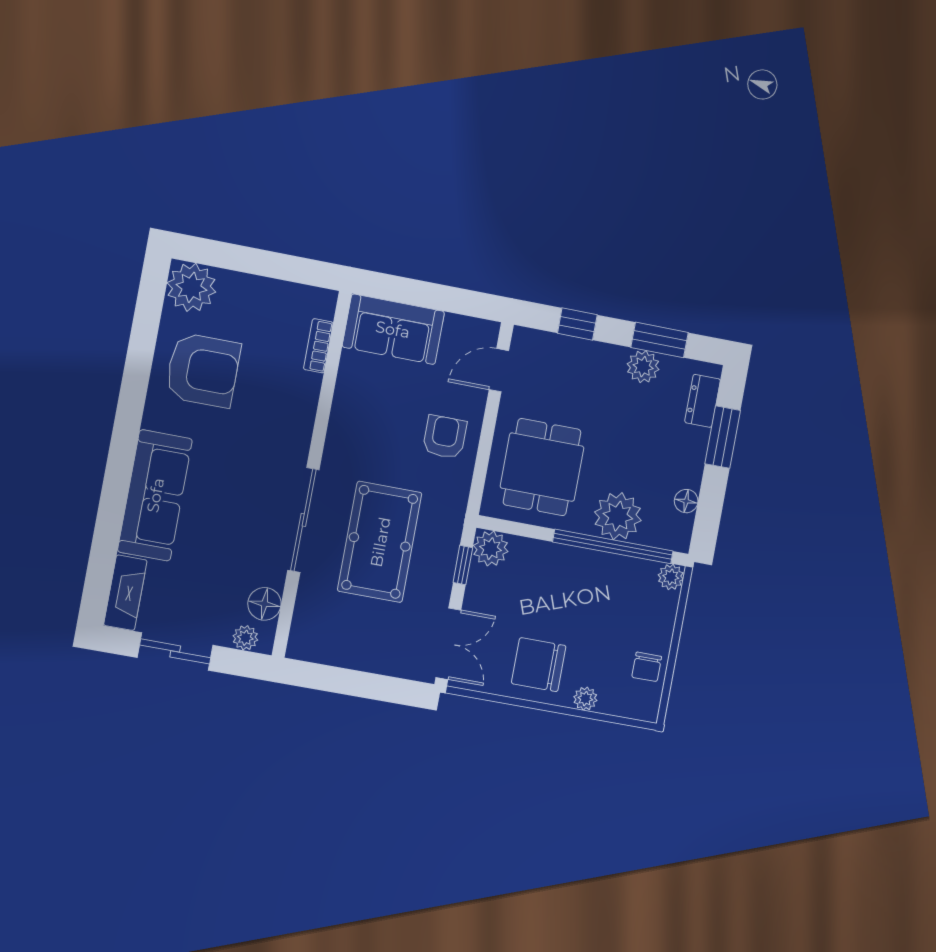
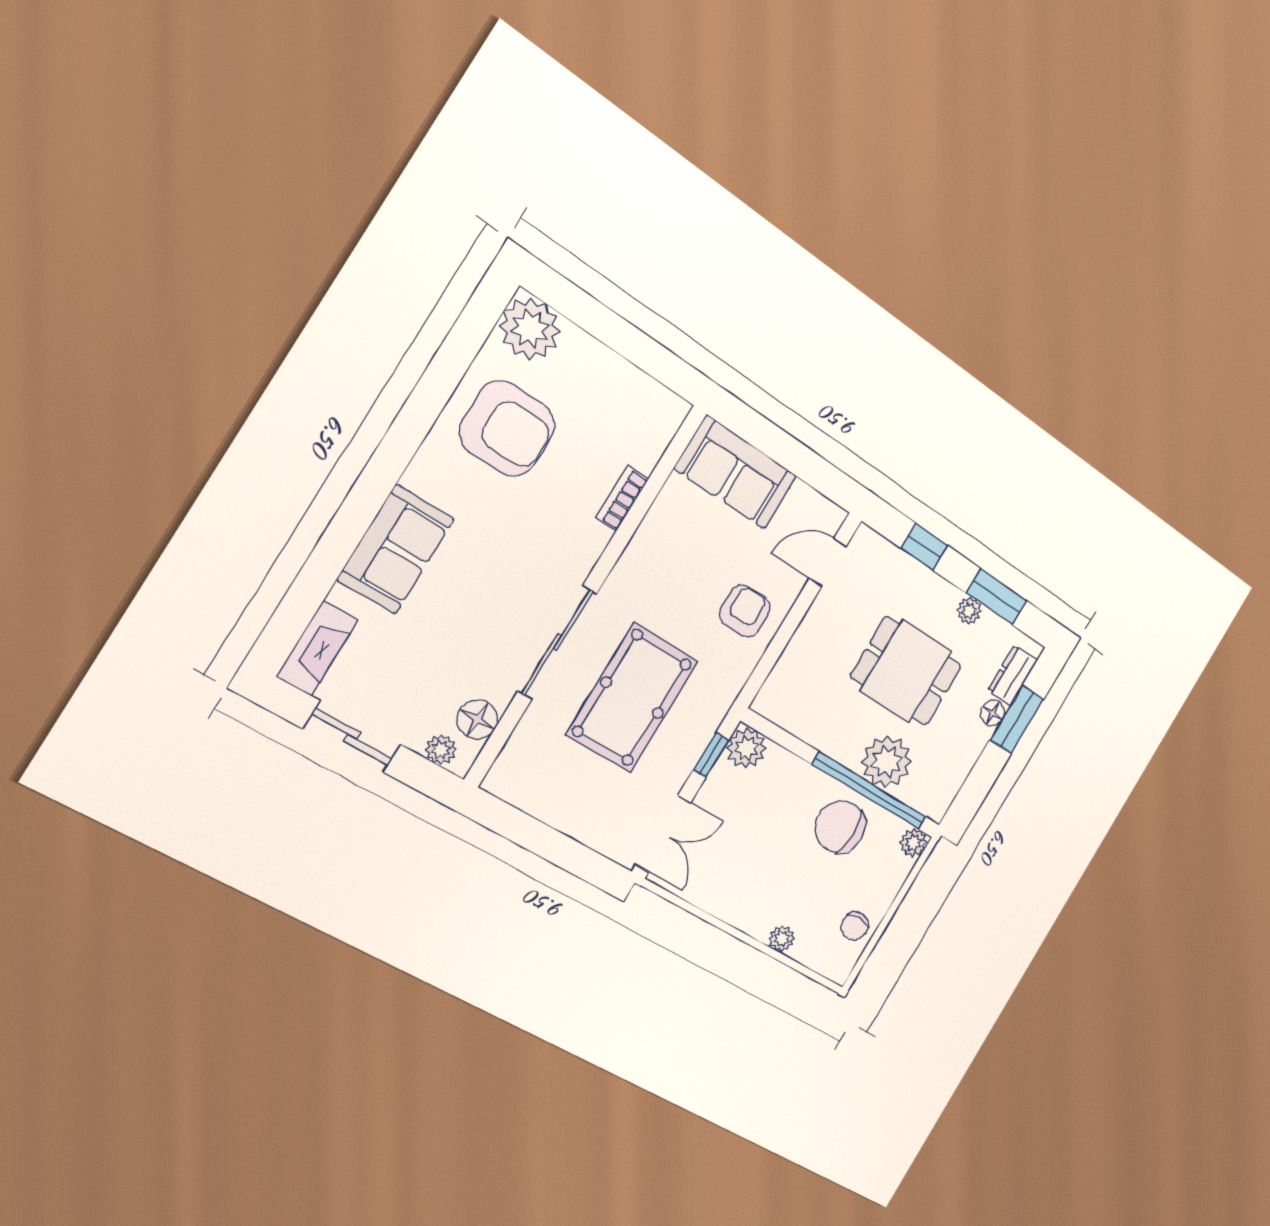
bookcase: (318, 346) -> (622, 498), moved
plant: (643, 367) -> (969, 611), width x0.73, depth x0.73
dining table: (542, 467) -> (906, 671), moved, turned 90
sofa: (155, 495) -> (396, 549), width x0.73
floor lamp: (686, 501) -> (992, 713), moved
chair: (539, 665) -> (840, 827), moved

